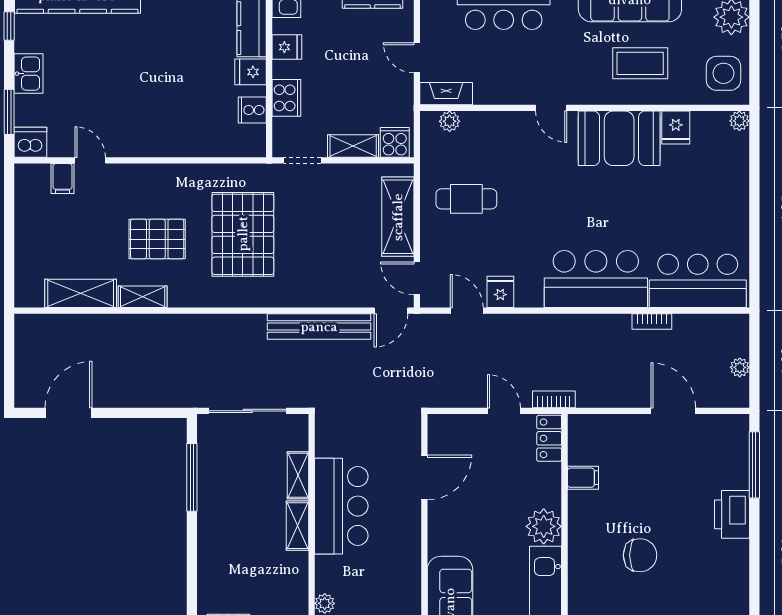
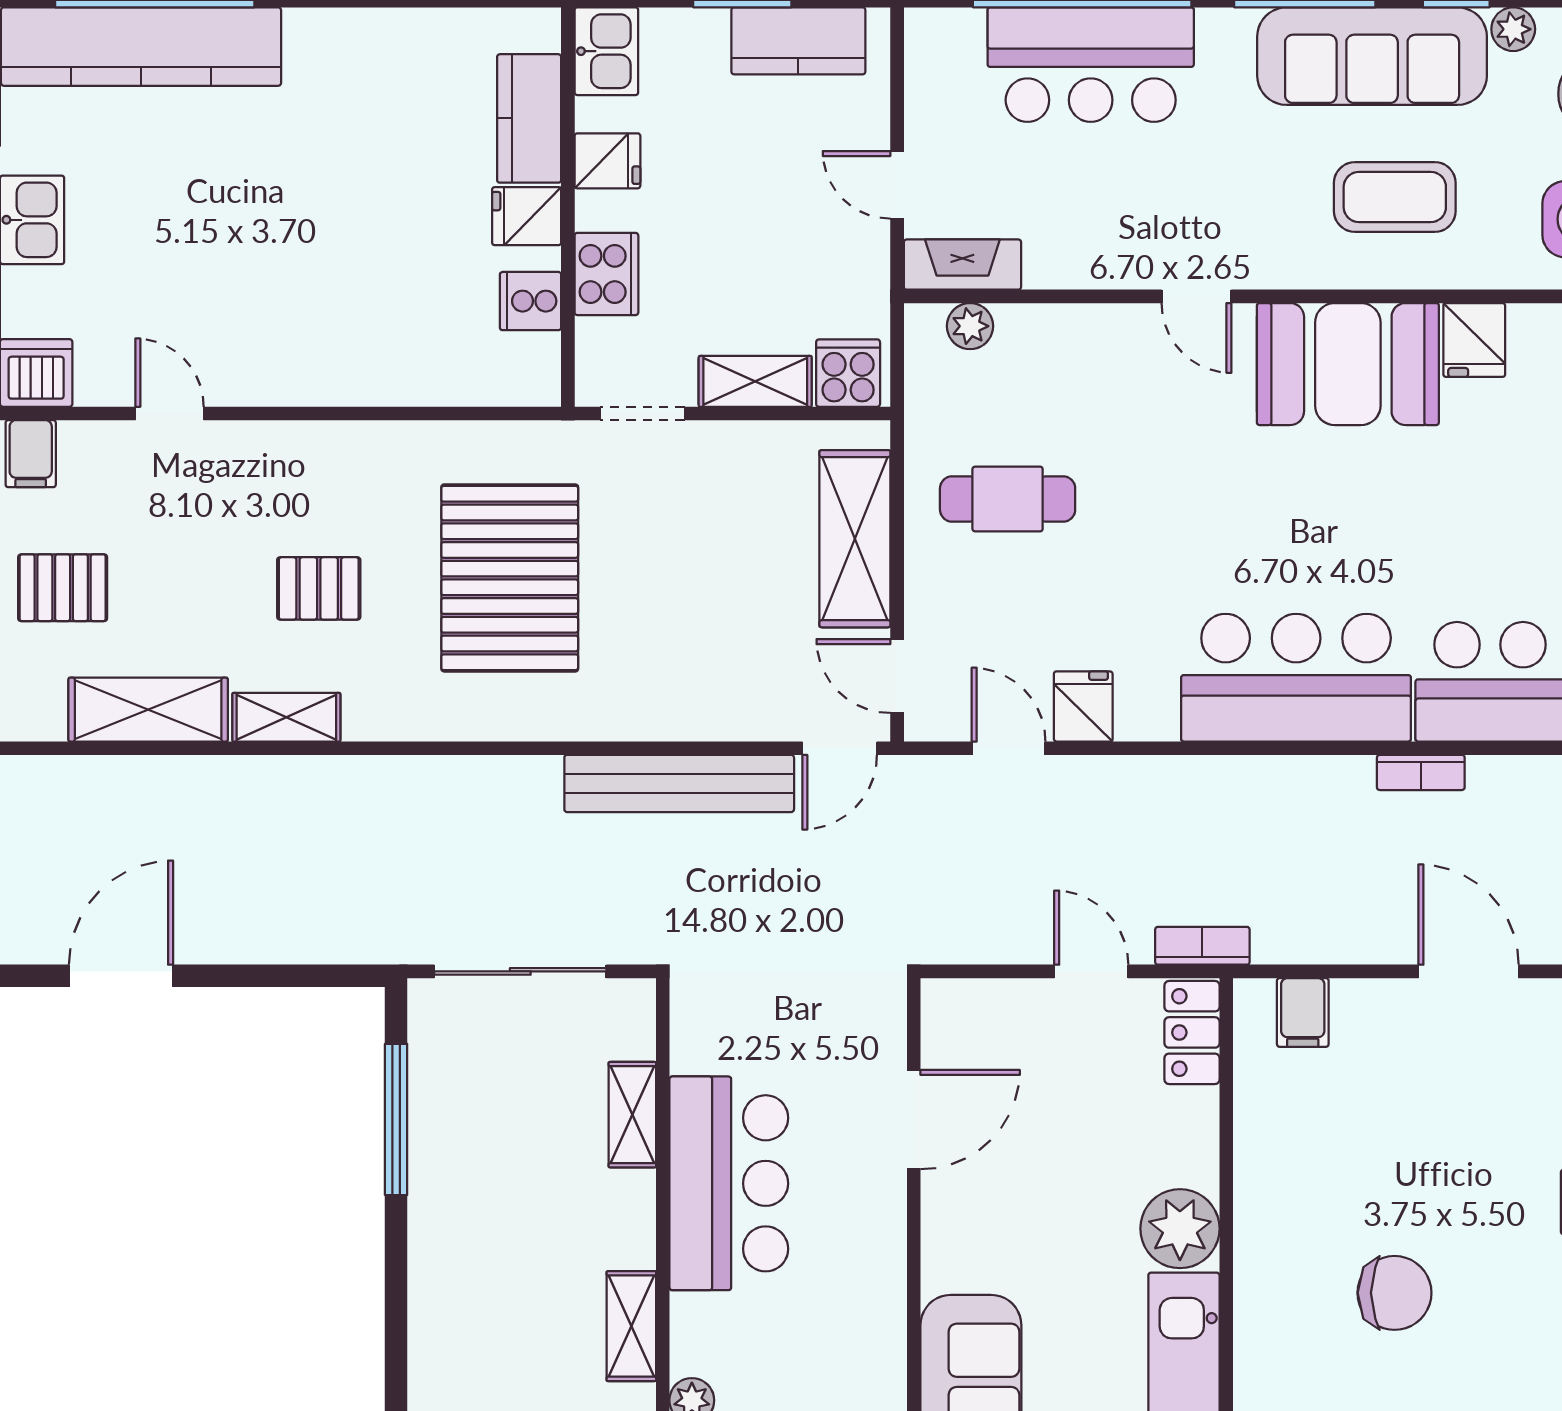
filing cabinet: (63, 179) -> (31, 454), moved
pallet: (42, 239) -> (63, 588), added
pallet: (157, 239) -> (319, 588), width x0.67, depth x0.71
filing cabinet: (583, 478) -> (1303, 1012), moved, turned 90
shelving: (297, 526) -> (631, 1326), moved

